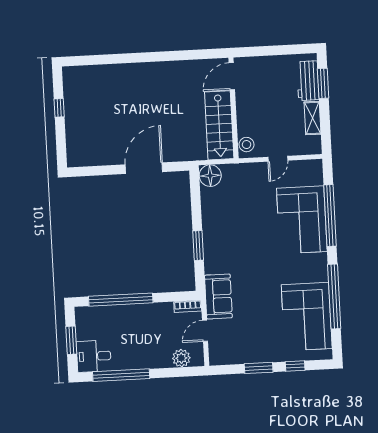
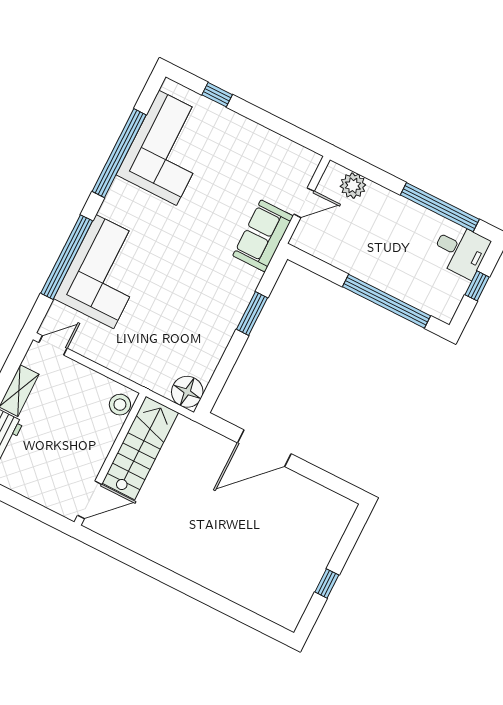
door: (278, 159) -> (53, 345), moved
bookcase: (188, 306) -> (308, 245), removed
window: (71, 340) -> (477, 286), width x0.67
window: (259, 368) -> (264, 118), removed

